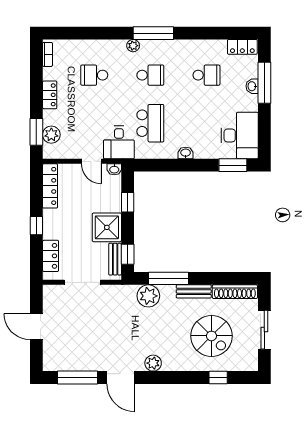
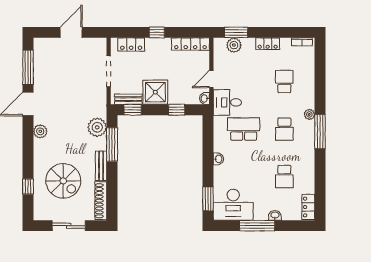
window: (264, 83) -> (257, 226), moved
school desk: (150, 123) -> (244, 129), turned 180
spiral stairs: (211, 336) -> (63, 181), turned -90

